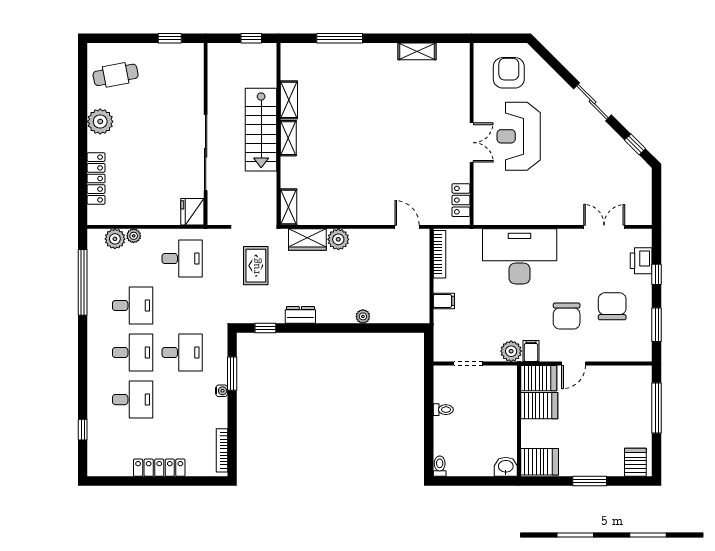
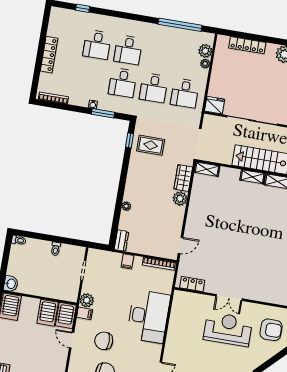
rug: (256, 266) -> (151, 145), moved
desk: (133, 306) -> (154, 88), moved
dresser: (300, 315) -> (121, 241), moved

